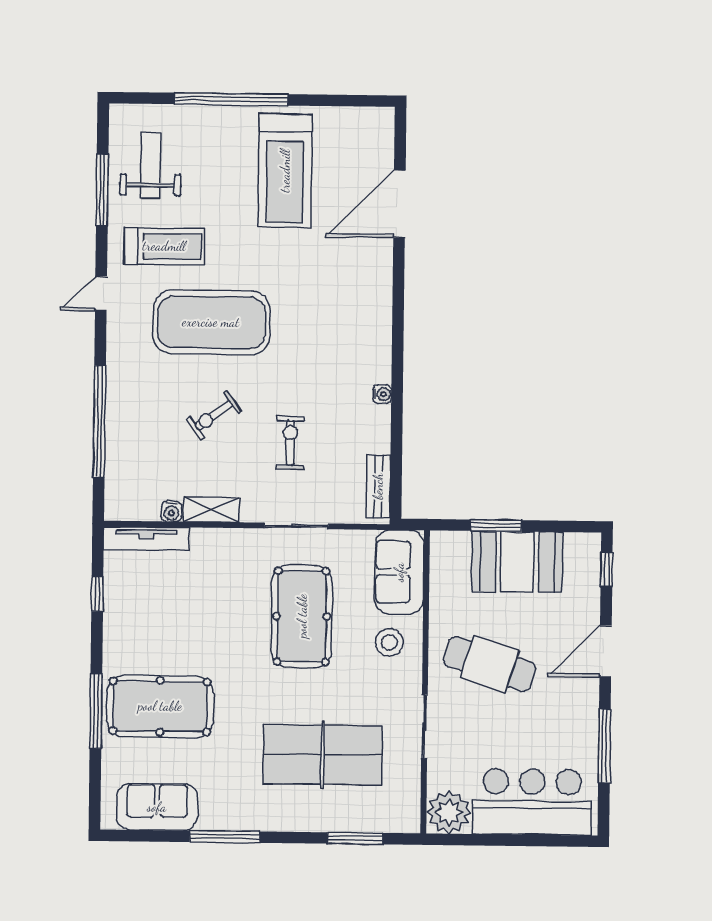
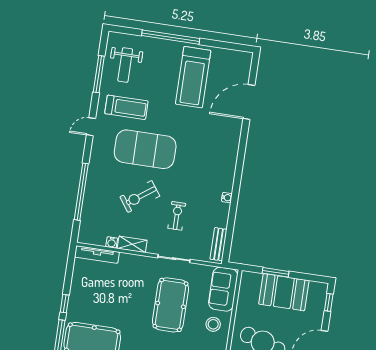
weight bench: (151, 165) -> (125, 65), turned 180
exercise bike: (214, 415) -> (140, 197), width x1.38, depth x1.39
window: (97, 594) -> (65, 304), moved

